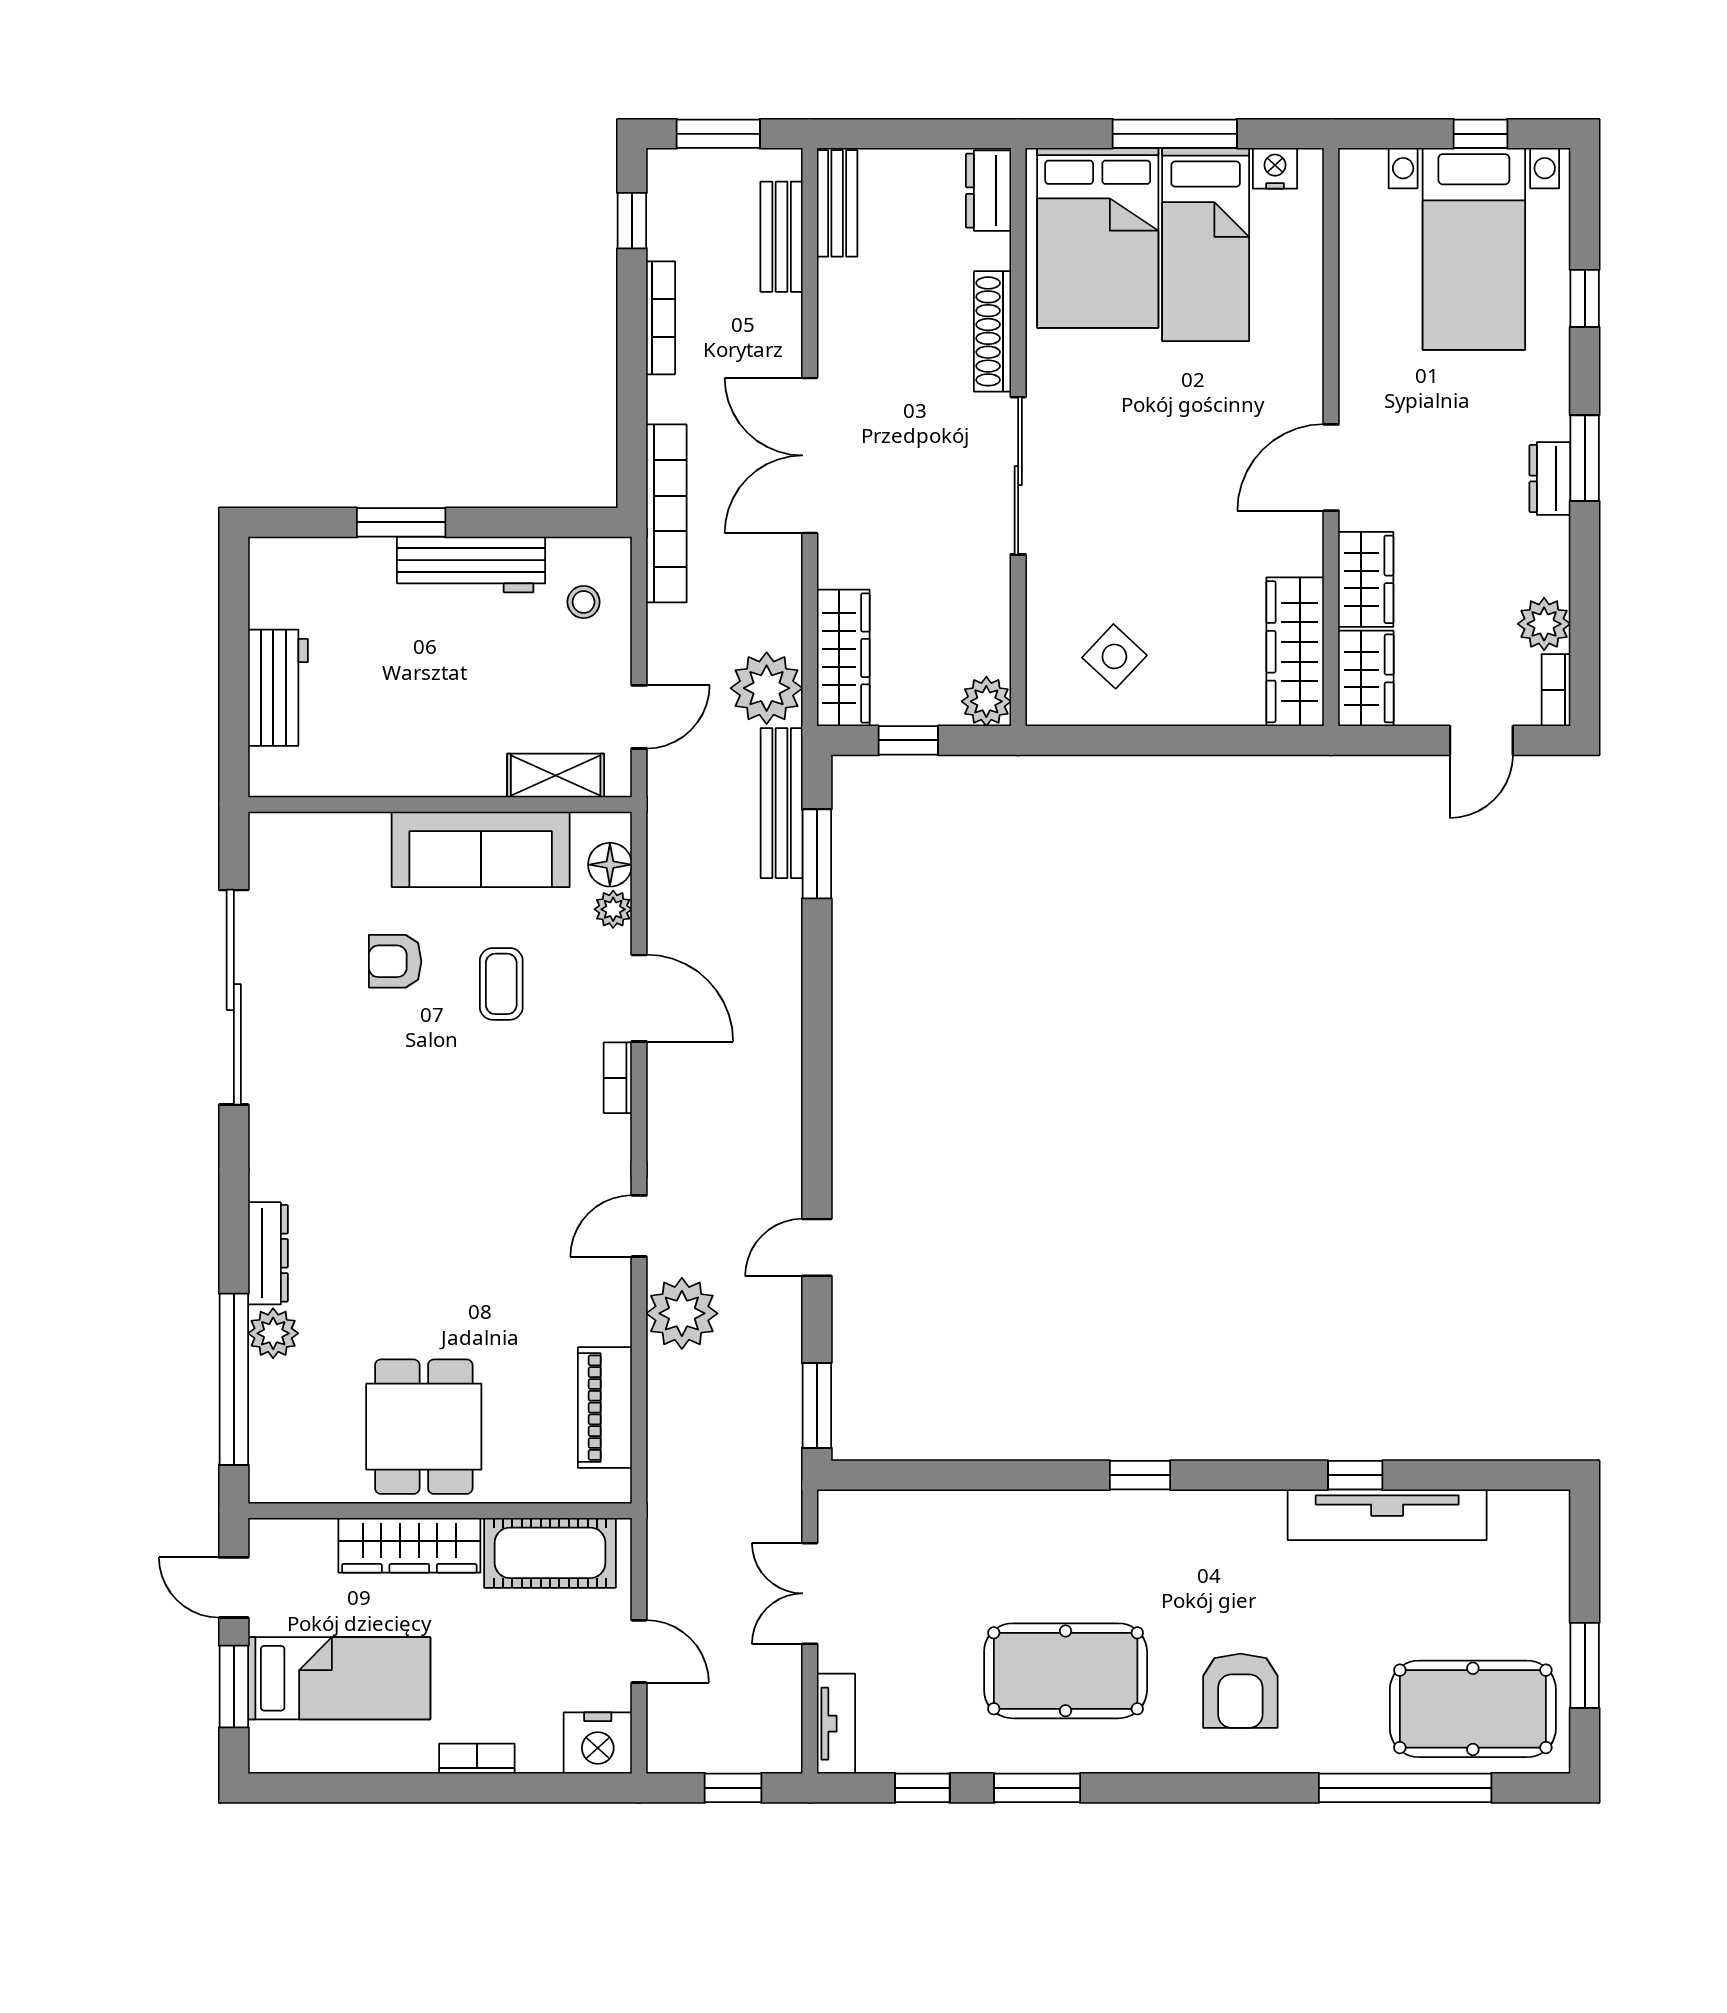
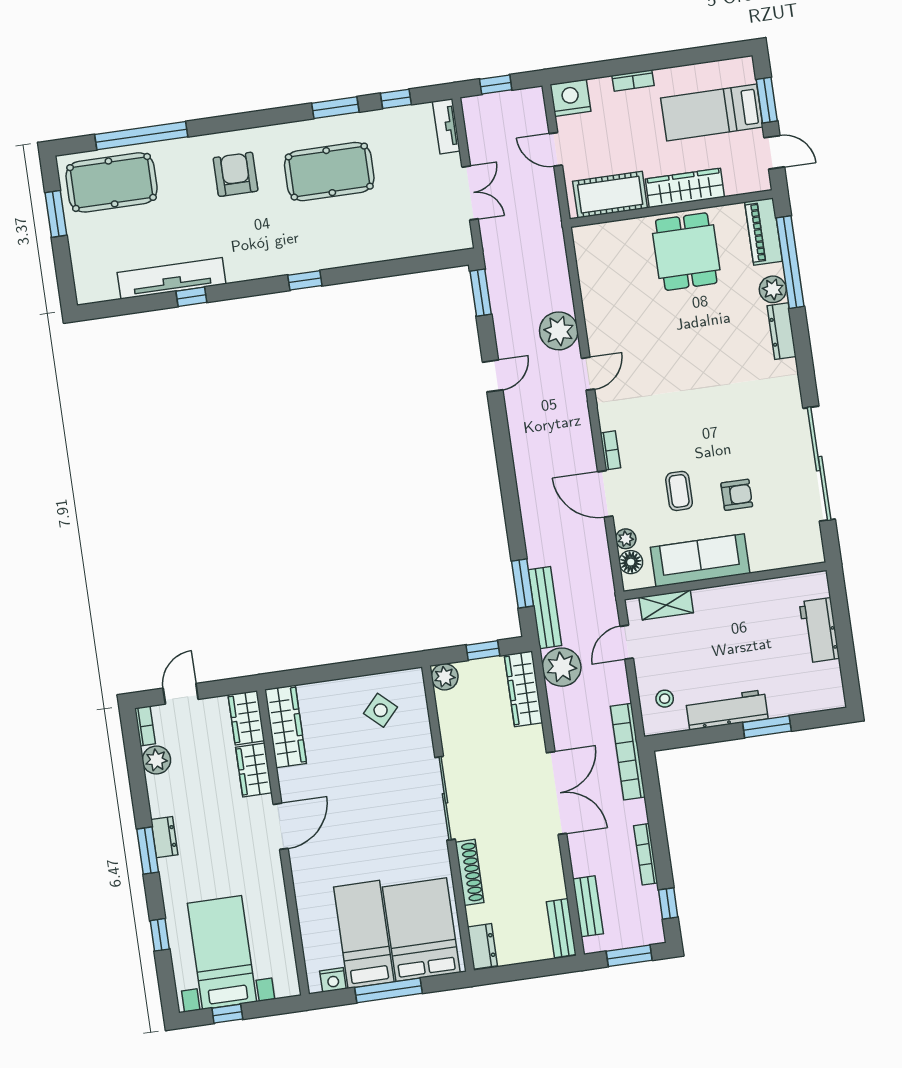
piano: (605, 1408) -> (763, 232), moved, turned 180

